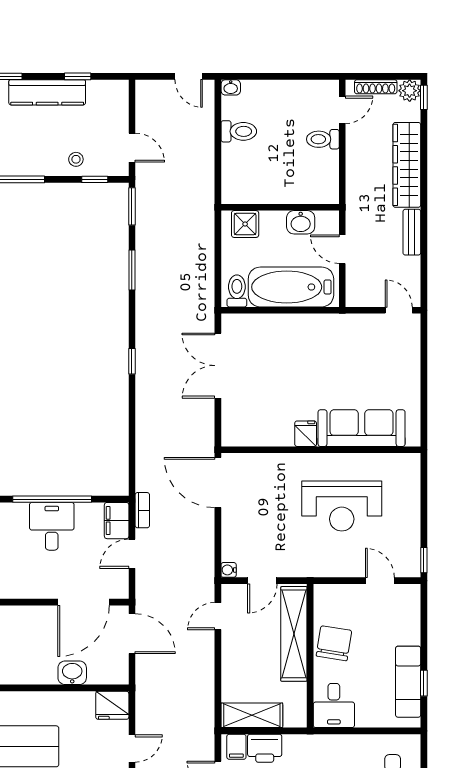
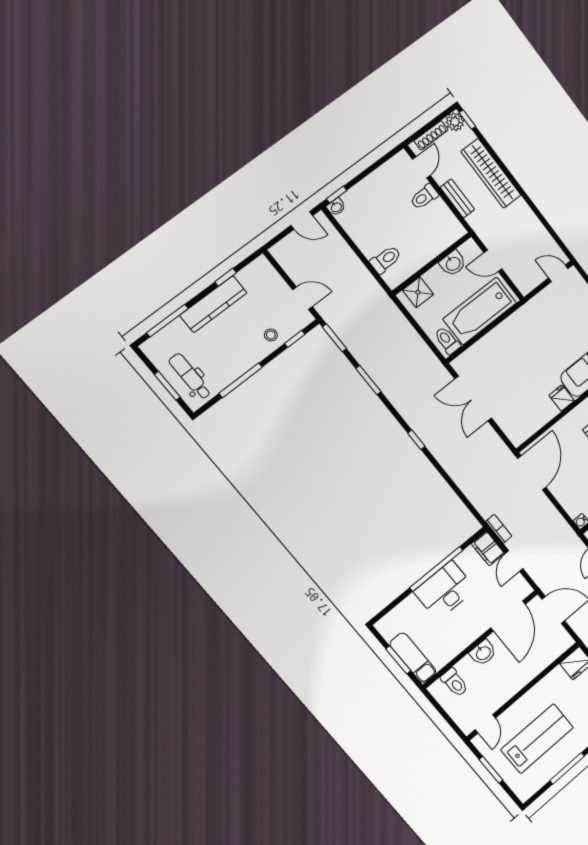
window: (240, 76) -> (337, 195), added
toilet: (239, 131) -> (386, 259), moved
bench: (412, 232) -> (457, 198), moved
door: (218, 483) -> (532, 473), swing flipped
desk: (52, 526) -> (445, 590), width x1.37
washbasin: (72, 673) -> (483, 653), moved, turned 180

